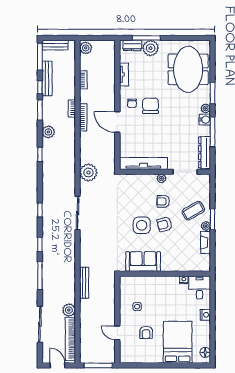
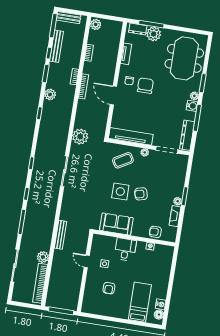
armchair: (163, 201) -> (155, 232), moved
coffee table: (193, 211) -> (123, 160), moved
desk: (200, 287) -> (125, 249), moved
nightstand: (205, 315) -> (161, 304), moved
door: (117, 333) -> (87, 261), moved
bed: (178, 342) -> (140, 302), width x0.67
door: (57, 365) -> (25, 305), removed

